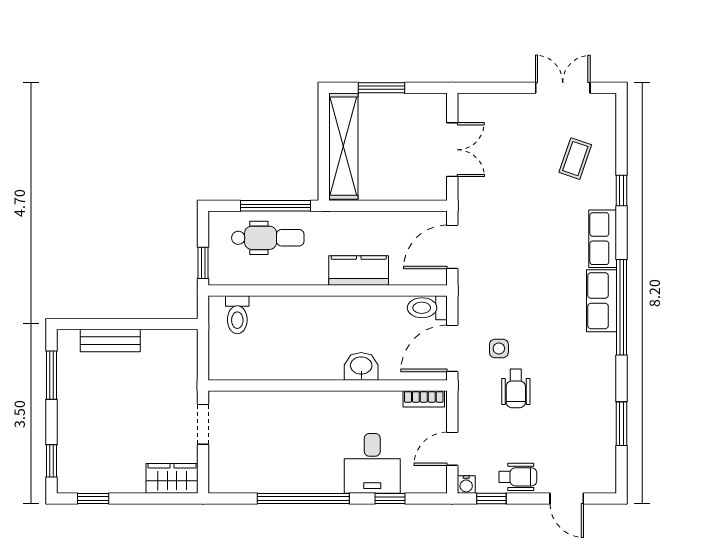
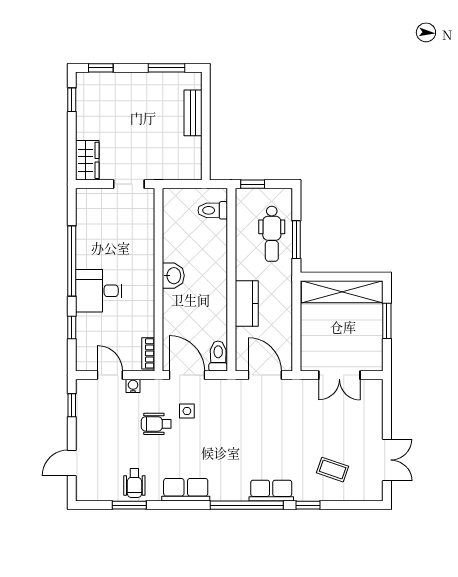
window: (275, 206) -> (296, 240), width x0.69
row of seats: (602, 301) -> (186, 490), moved
window: (622, 307) -> (247, 505), moved
washbasin: (361, 366) -> (173, 276), moved
desk: (372, 463) -> (99, 291), moved
wheelchair: (518, 477) -> (134, 483), moved
water cooler: (466, 485) -> (133, 386), moved, turned 90

